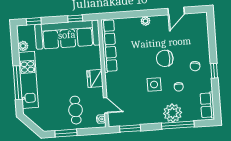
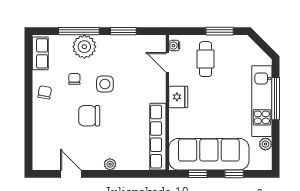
door: (176, 11) -> (71, 174), hinge flipped
window: (34, 21) -> (234, 174), moved
chair: (165, 58) -> (89, 116), turned 180
chair: (195, 66) -> (45, 92), moved
window: (214, 71) -> (28, 96), removed
window: (130, 128) -> (123, 31), moved

